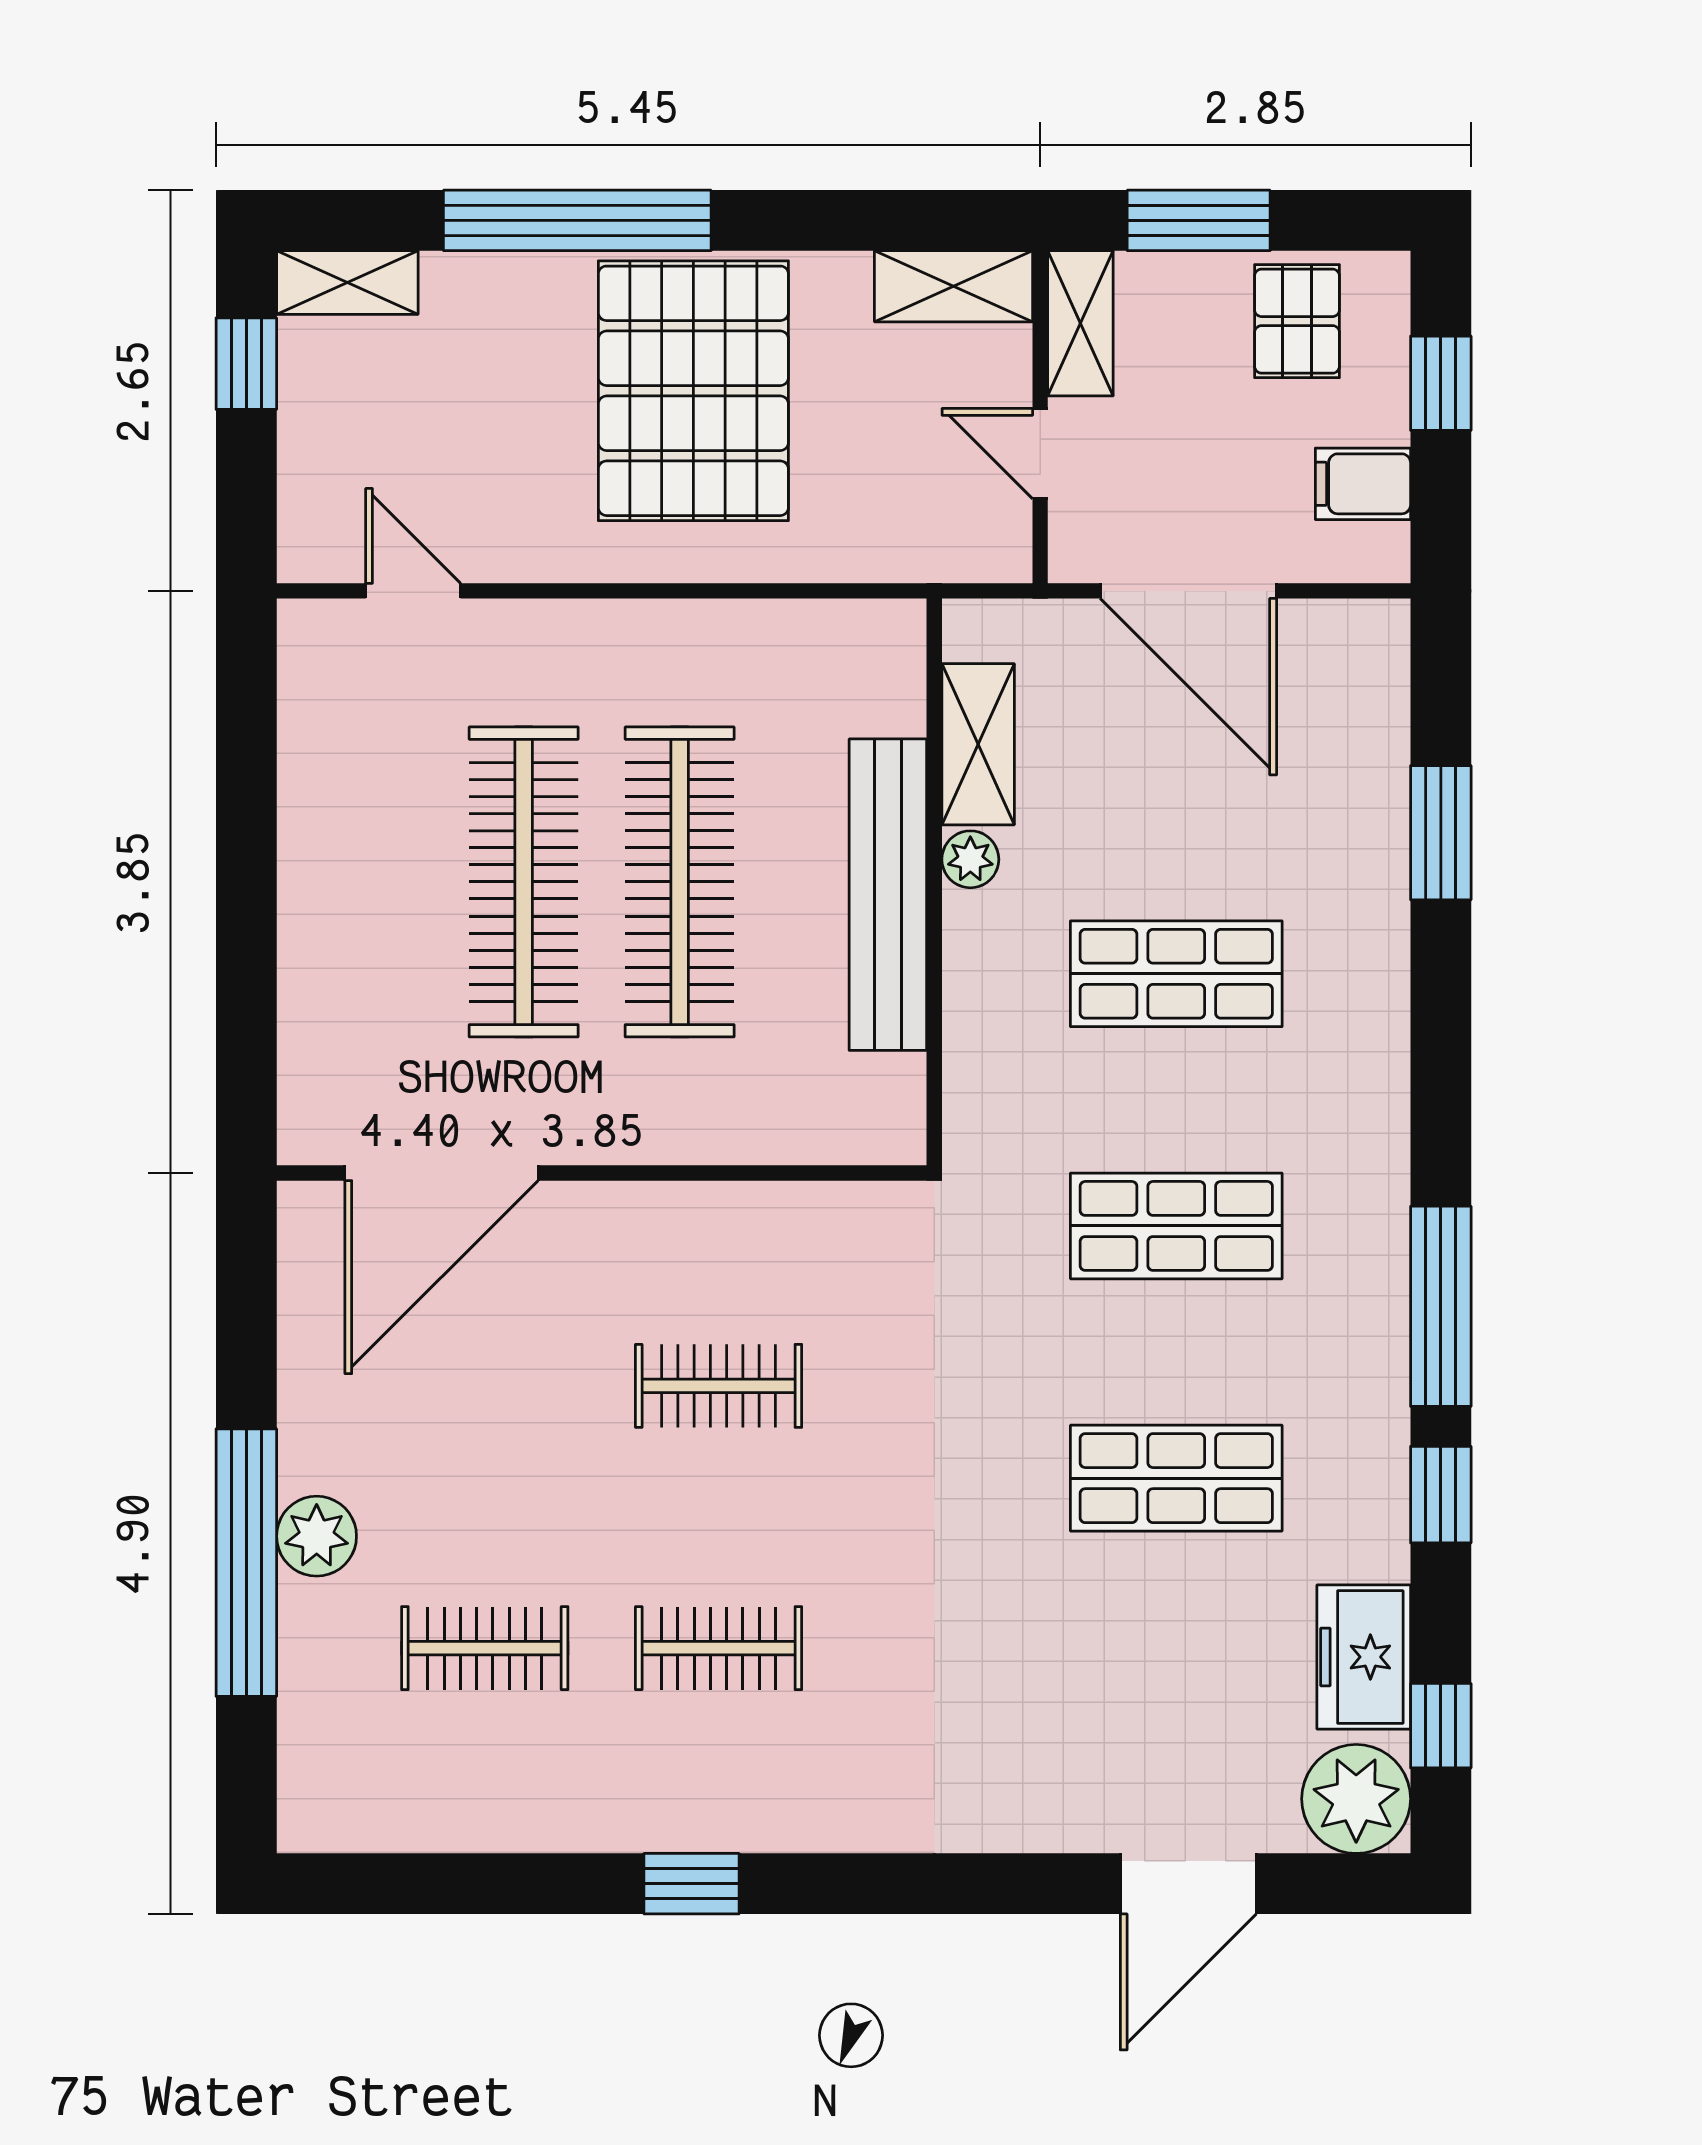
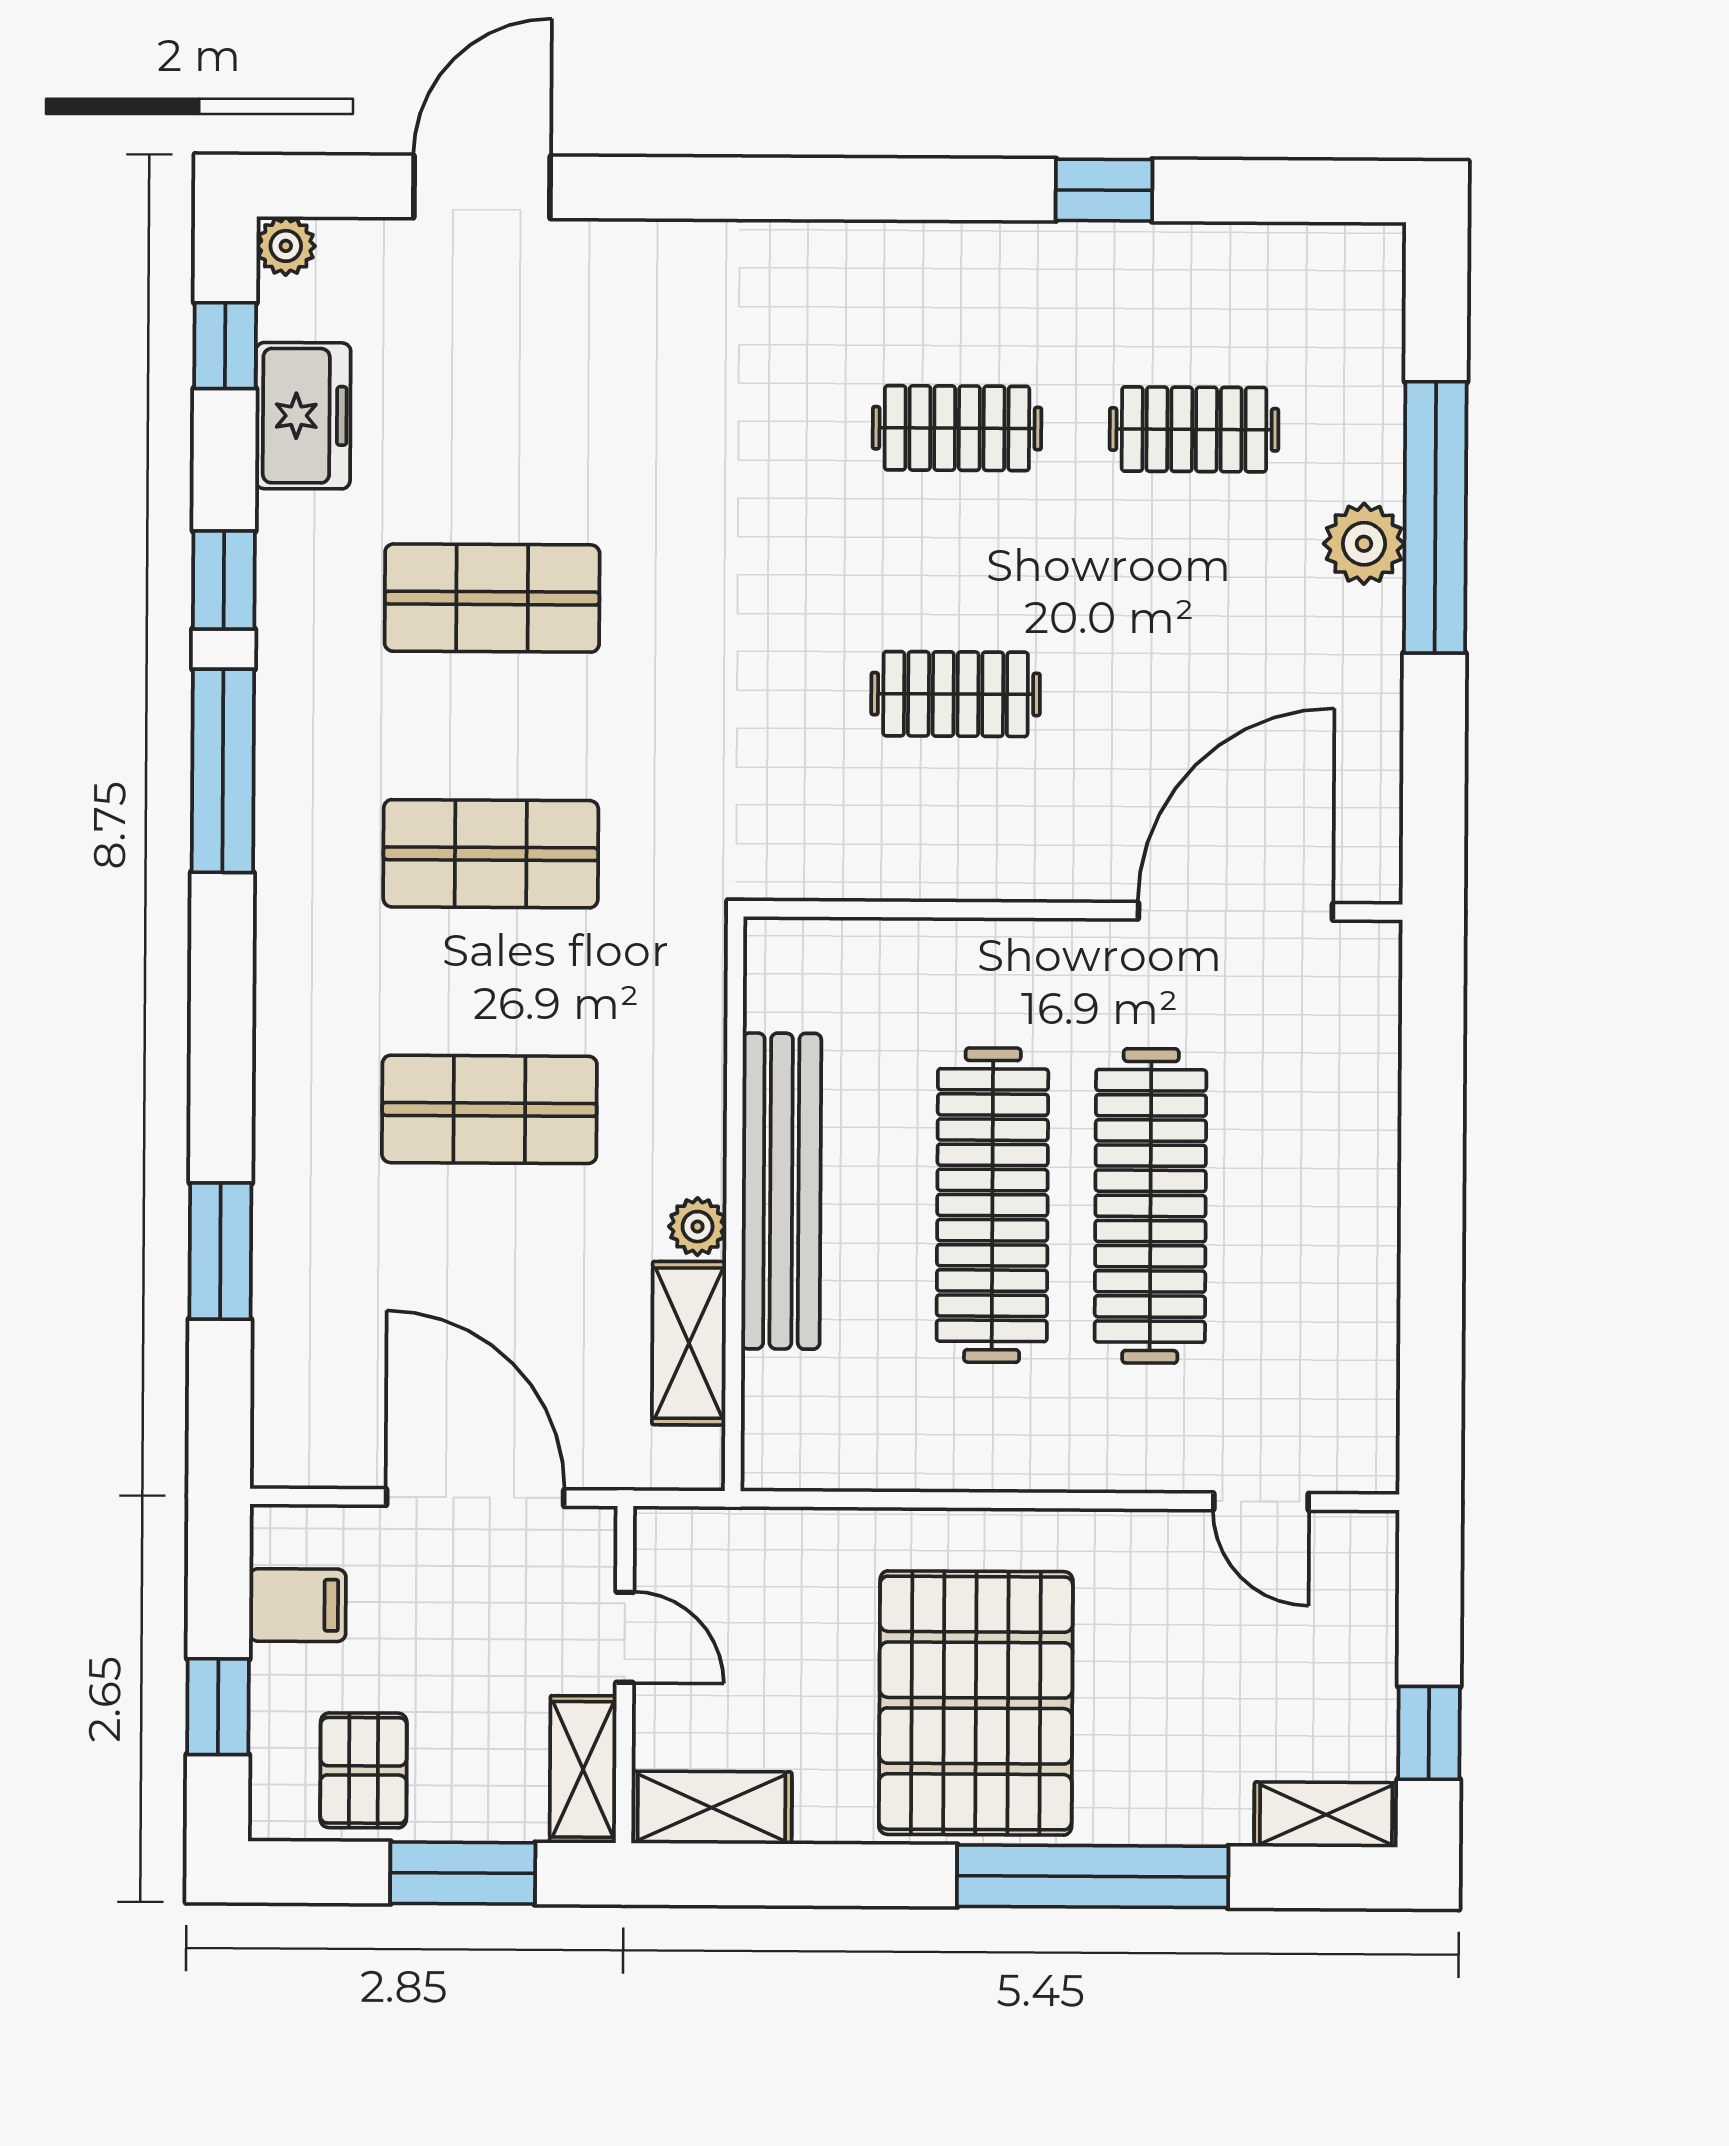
plant: (1356, 1799) -> (286, 246), width x0.53, depth x0.53
window: (692, 1884) -> (1104, 190), moved

